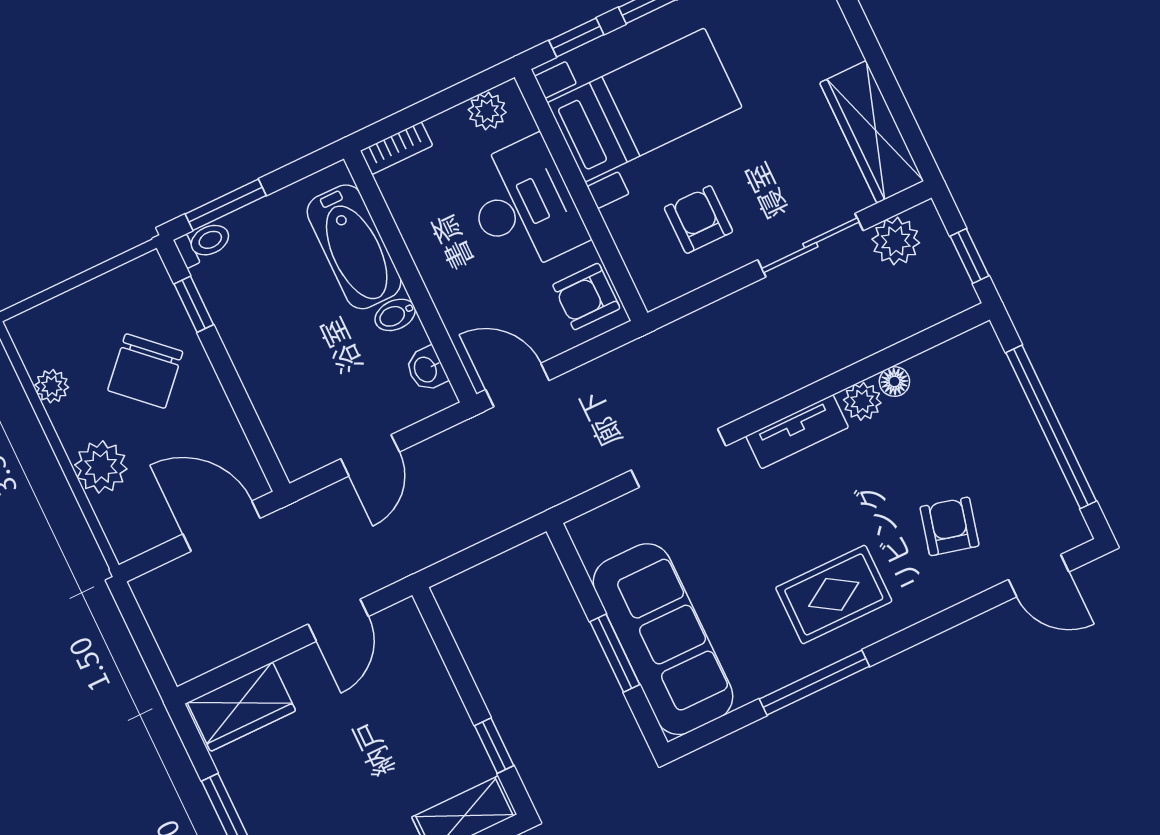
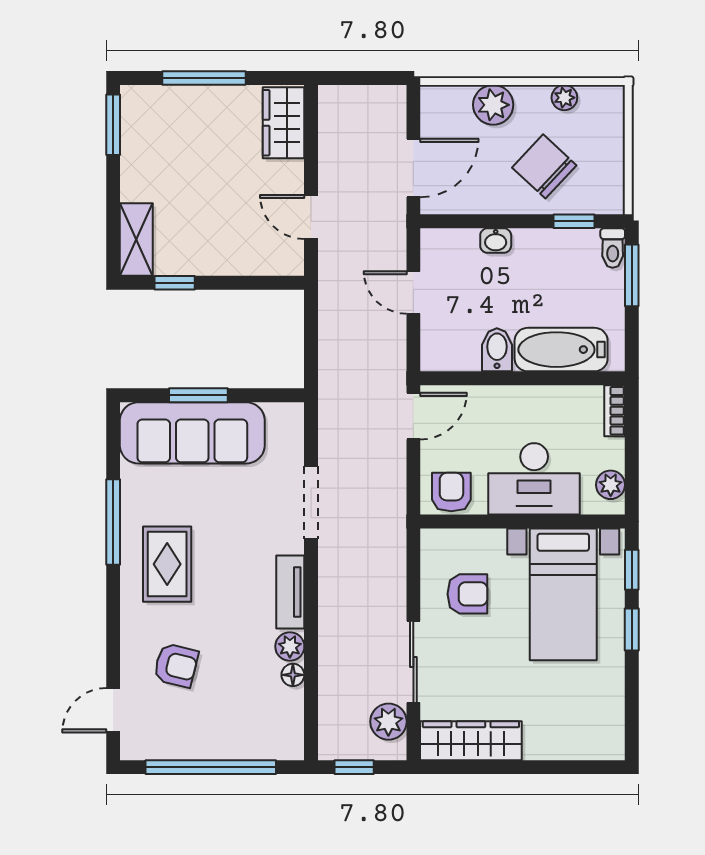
bidet: (395, 315) -> (497, 350), width x1.38, depth x1.36
washbasin: (426, 369) -> (496, 241), moved, turned 180

